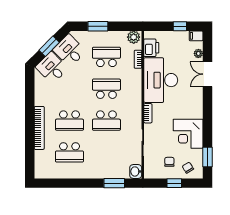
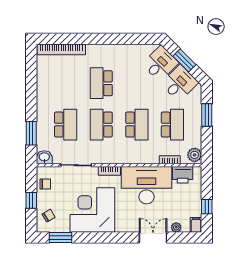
bookcase: (39, 128) -> (61, 49), moved
corner desk: (188, 134) -> (92, 210), width x1.36, depth x1.36
school desk: (69, 152) -> (66, 125), moved, turned 180
chair: (169, 162) -> (45, 184), moved

